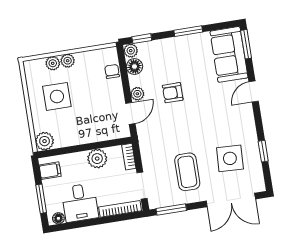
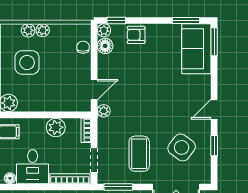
window: (188, 31) -> (186, 21), moved
door: (254, 92) -> (214, 109), moved
armchair: (173, 93) -> (136, 35), moved
plant: (137, 94) -> (104, 111), moved
side table: (230, 158) -> (182, 147), turned 34

